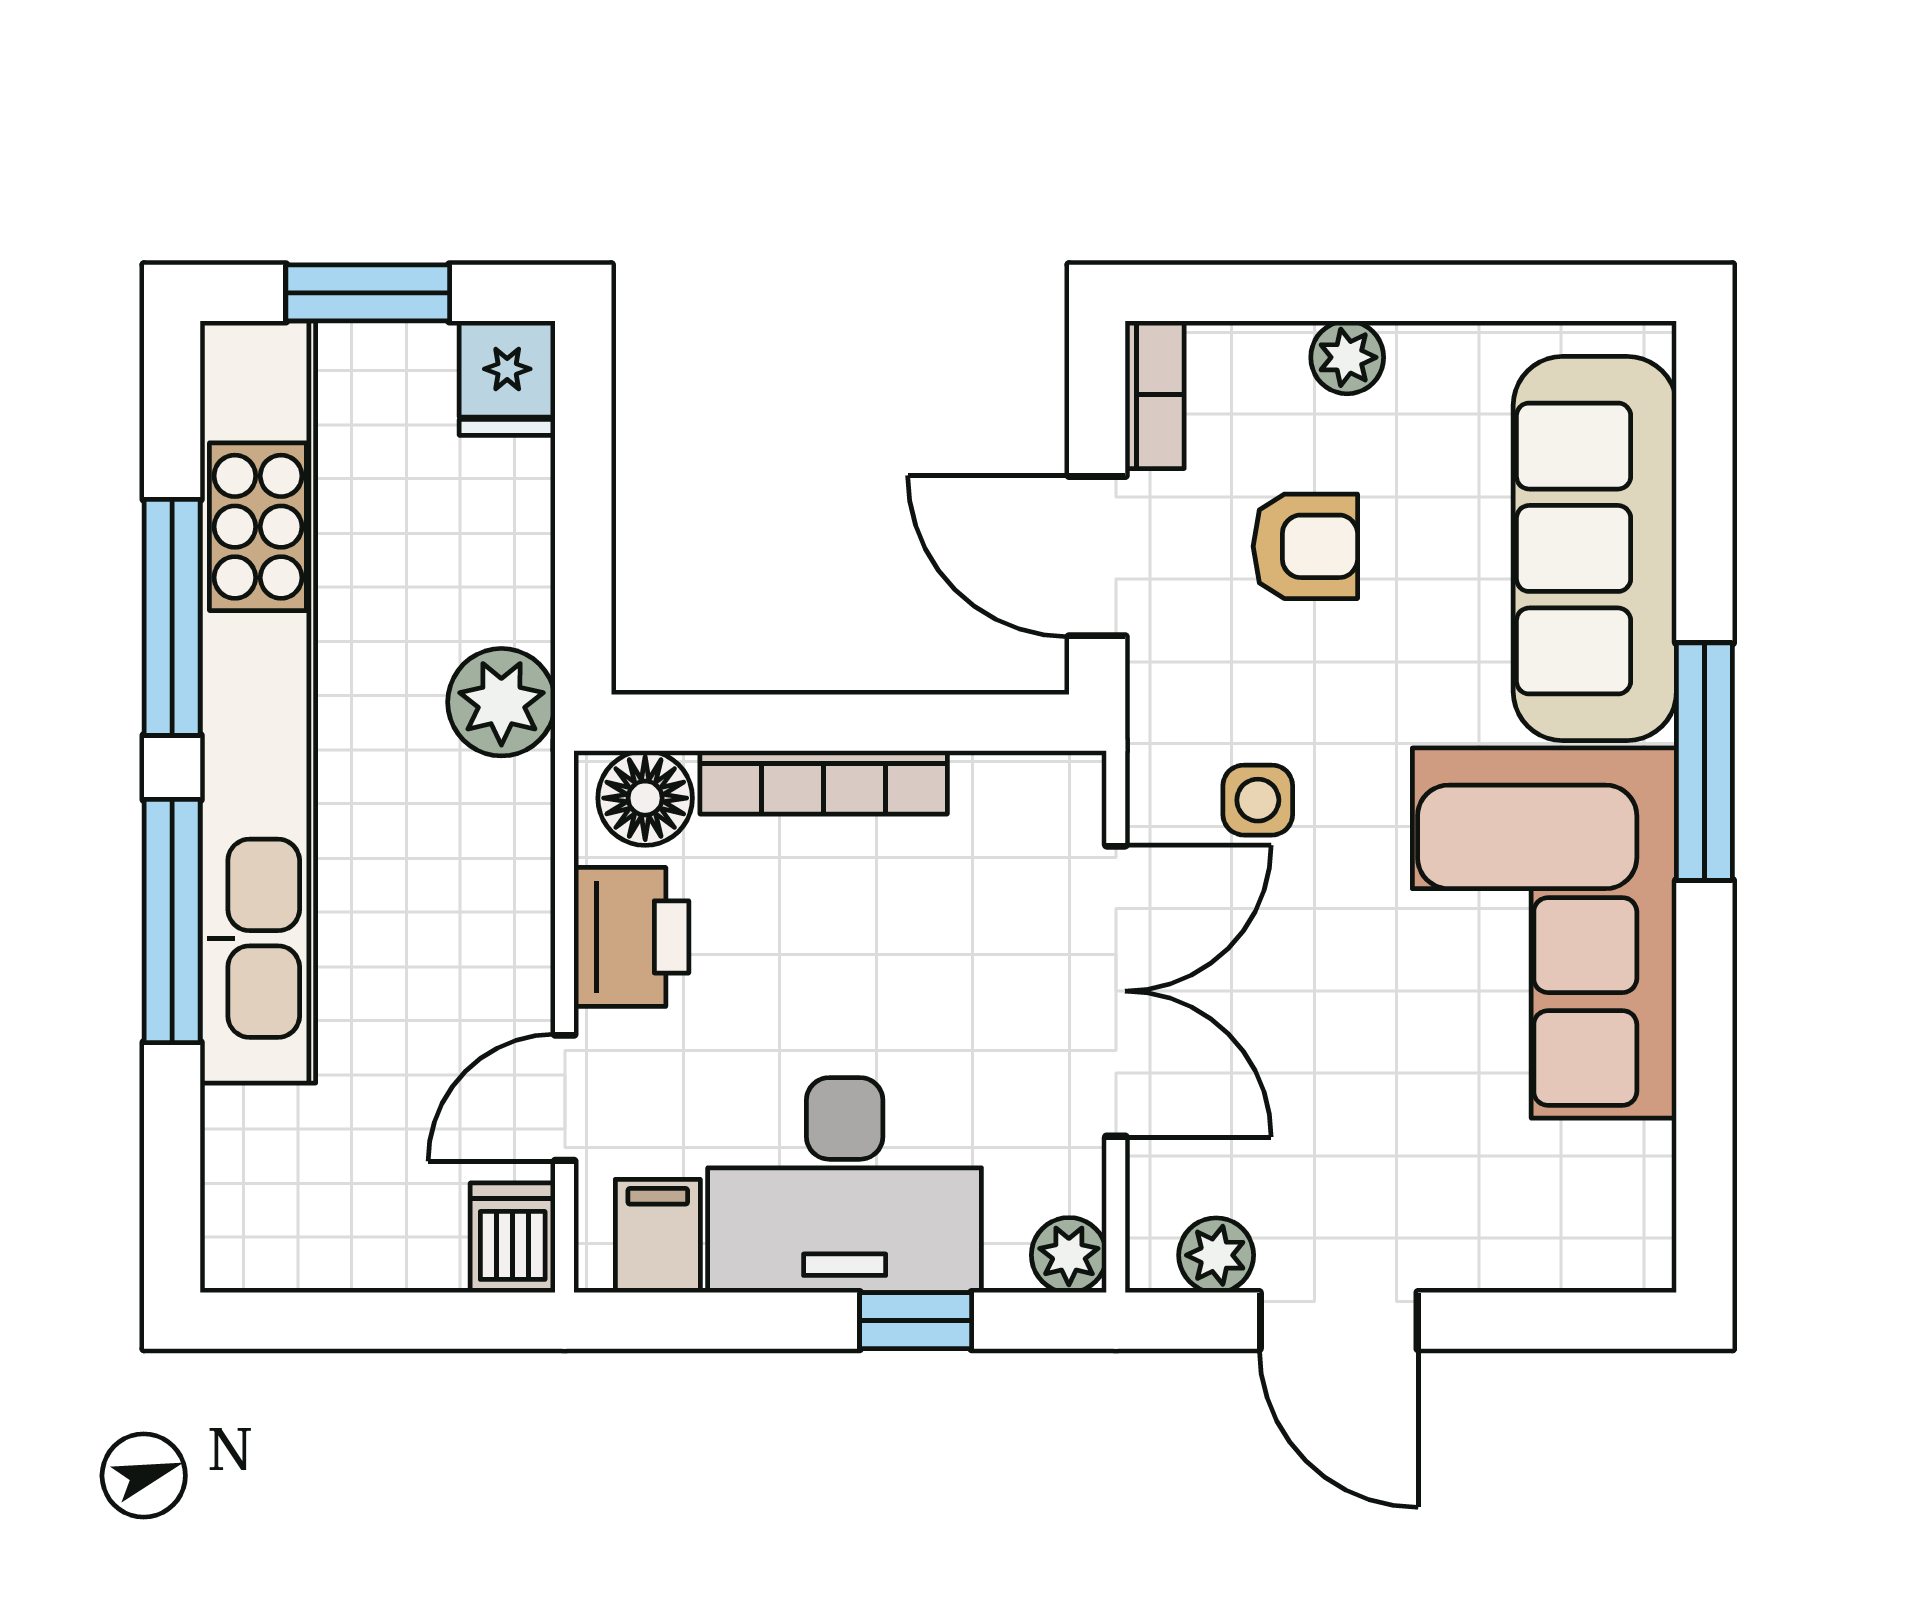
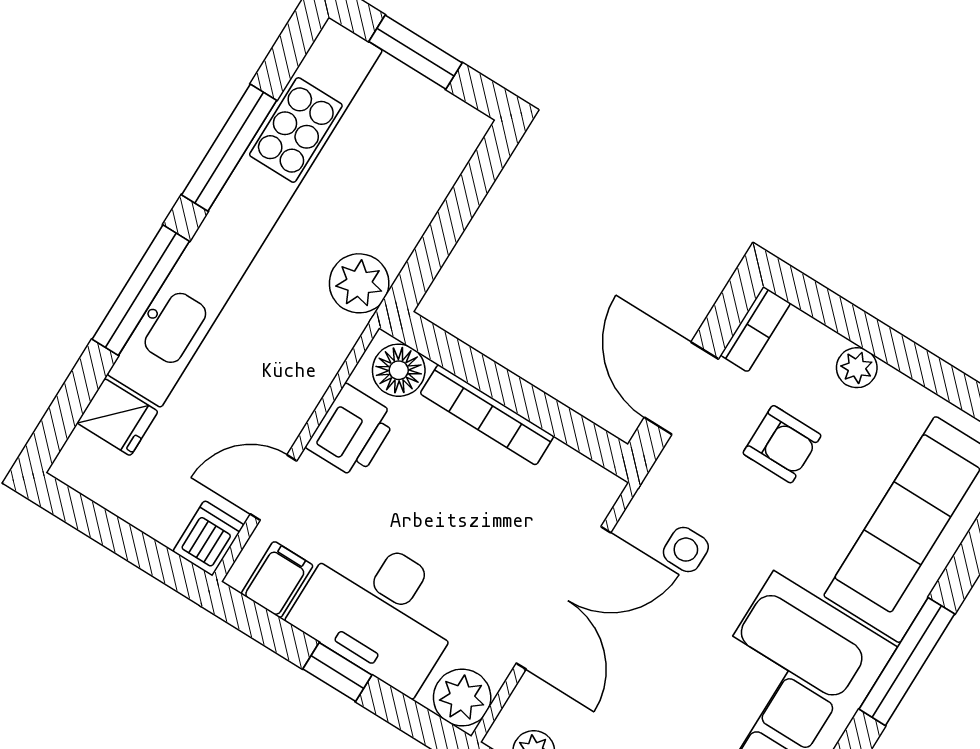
fridge: (507, 378) -> (117, 417), moved, turned -90
plant: (1069, 1255) -> (462, 698), width x1.38, depth x1.38
window: (916, 1321) -> (337, 672), moved

